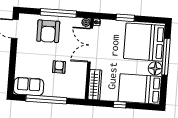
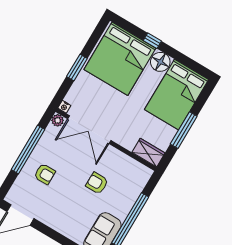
armchair: (48, 31) -> (45, 174), width x0.53, depth x0.53
window: (166, 57) -> (152, 41), width x0.32
wardrobe: (95, 85) -> (149, 153), width x0.67
window: (120, 105) -> (184, 130), width x2.17

